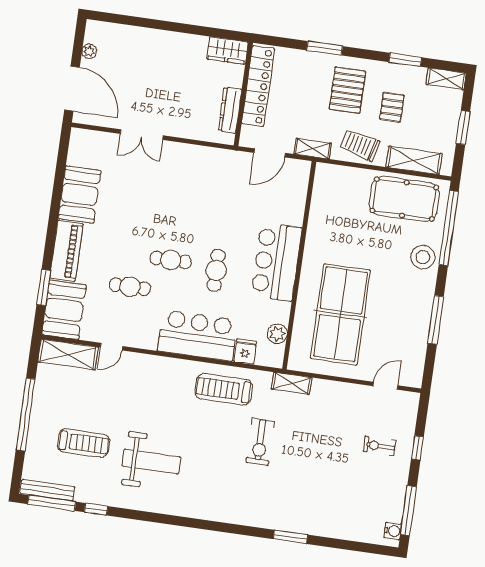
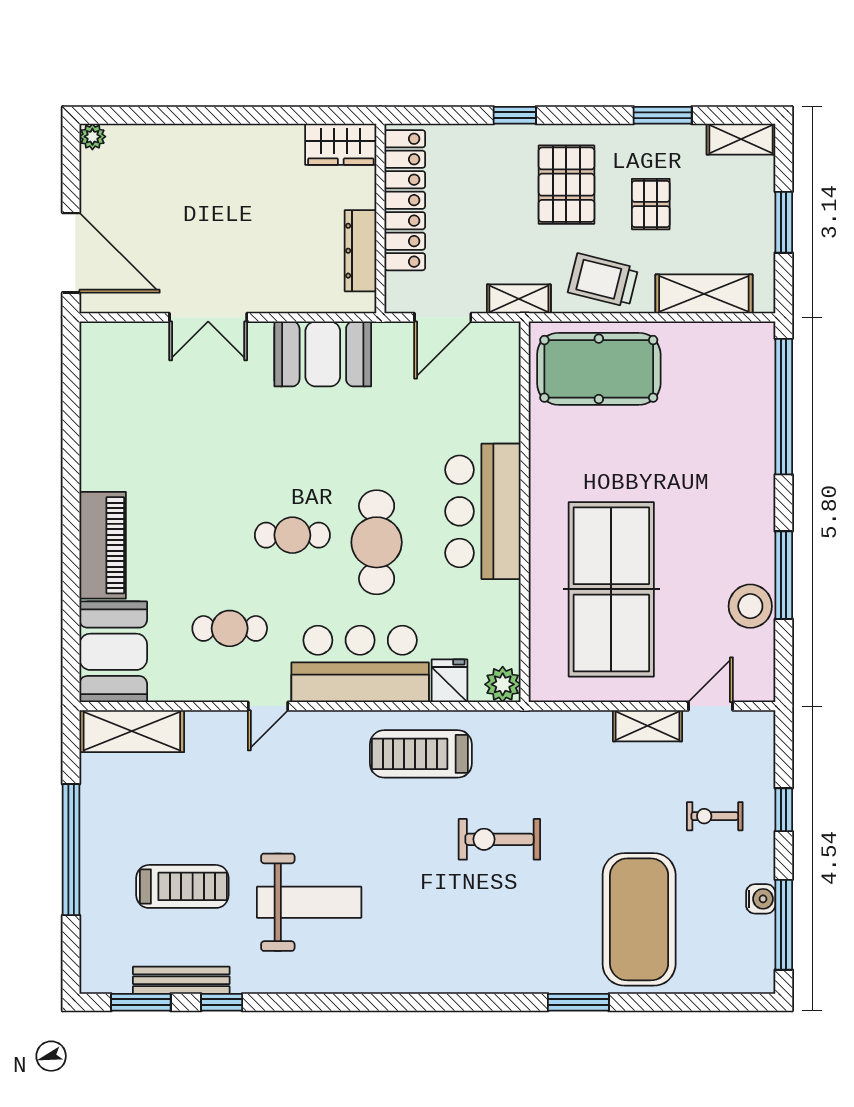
window: (325, 48) -> (515, 115), width x0.67
plant: (89, 51) -> (92, 137), moved
booth: (80, 194) -> (323, 354), moved, turned 90
pool table: (404, 199) -> (599, 369), moved
stool: (423, 257) -> (750, 606), moved
cafe table: (216, 270) -> (377, 542), width x1.37, depth x1.35
window: (44, 287) -> (71, 617), removed
cafe table: (130, 287) -> (230, 628), moved
plant: (277, 334) -> (503, 684), moved
door: (112, 347) -> (268, 706), moved
shelving: (292, 383) -> (648, 726), moved
exercise bike: (260, 442) -> (499, 839), turned 90
bench: (47, 490) -> (181, 980), moved
exercise mat: (330, 496) -> (639, 919), added
window: (52, 503) -> (141, 1002), width x0.69
water cooler: (393, 531) -> (761, 899), moved

